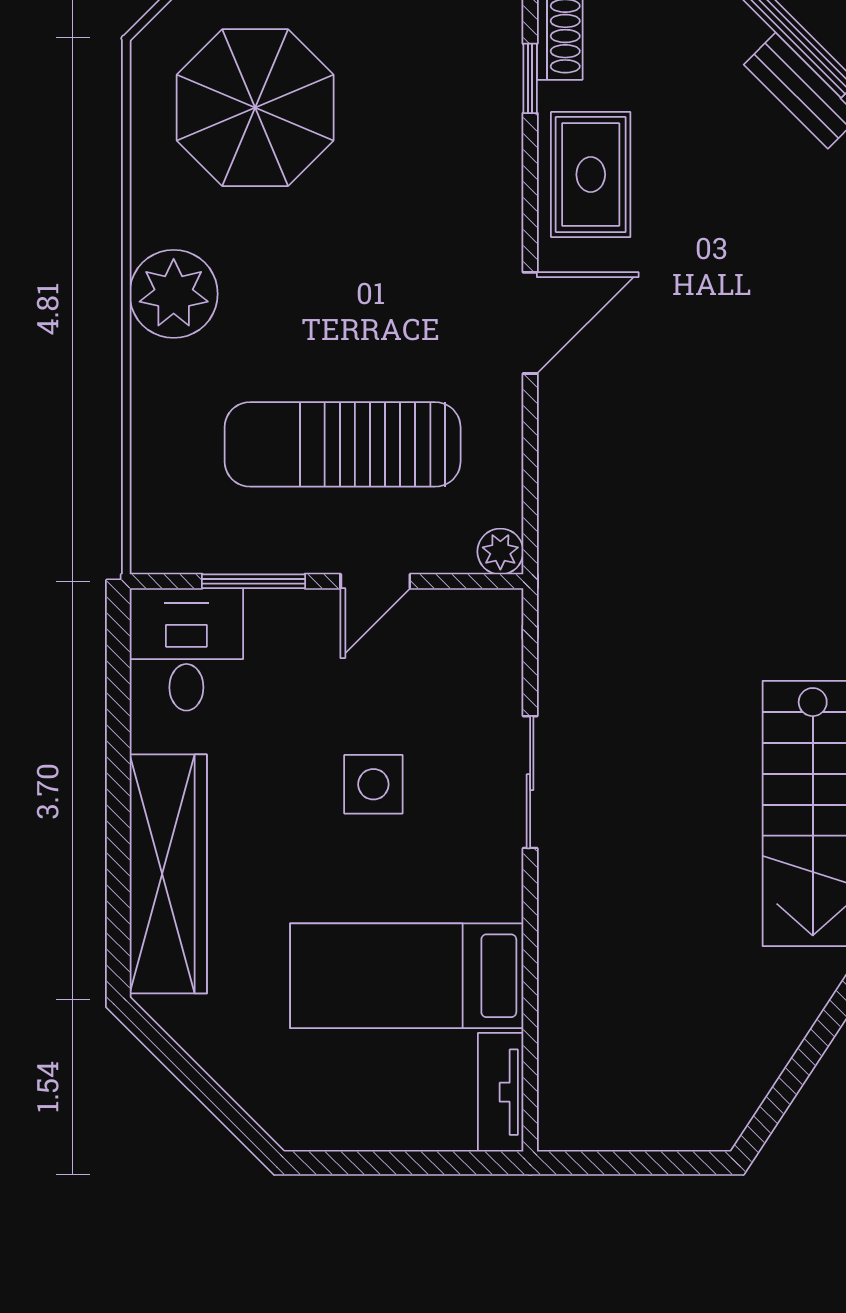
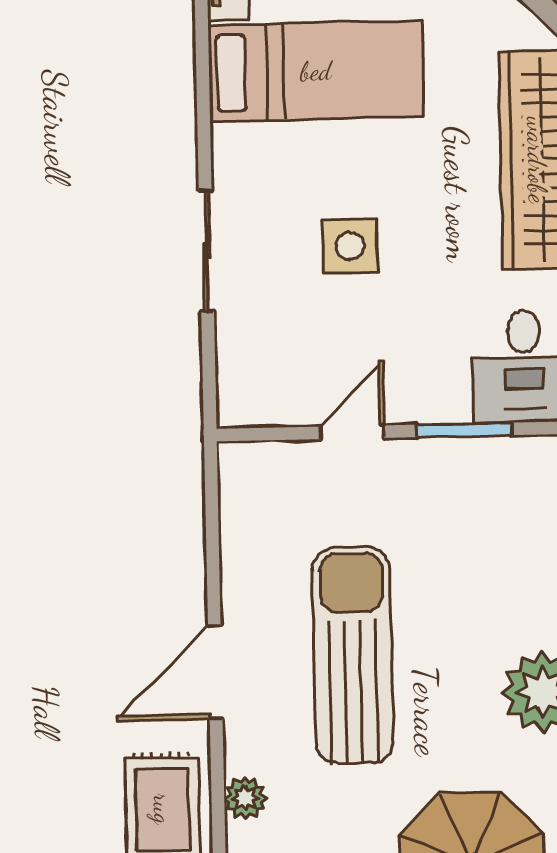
sun lounger: (343, 444) -> (353, 655), moved, turned -90
plant: (500, 552) -> (245, 798), moved

